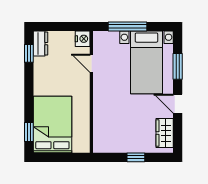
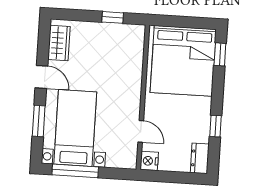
window: (127, 26) -> (75, 171), moved
window: (29, 53) -> (215, 126), moved
bed: (52, 125) -> (183, 61), width x1.36
window: (136, 157) -> (113, 17), moved

